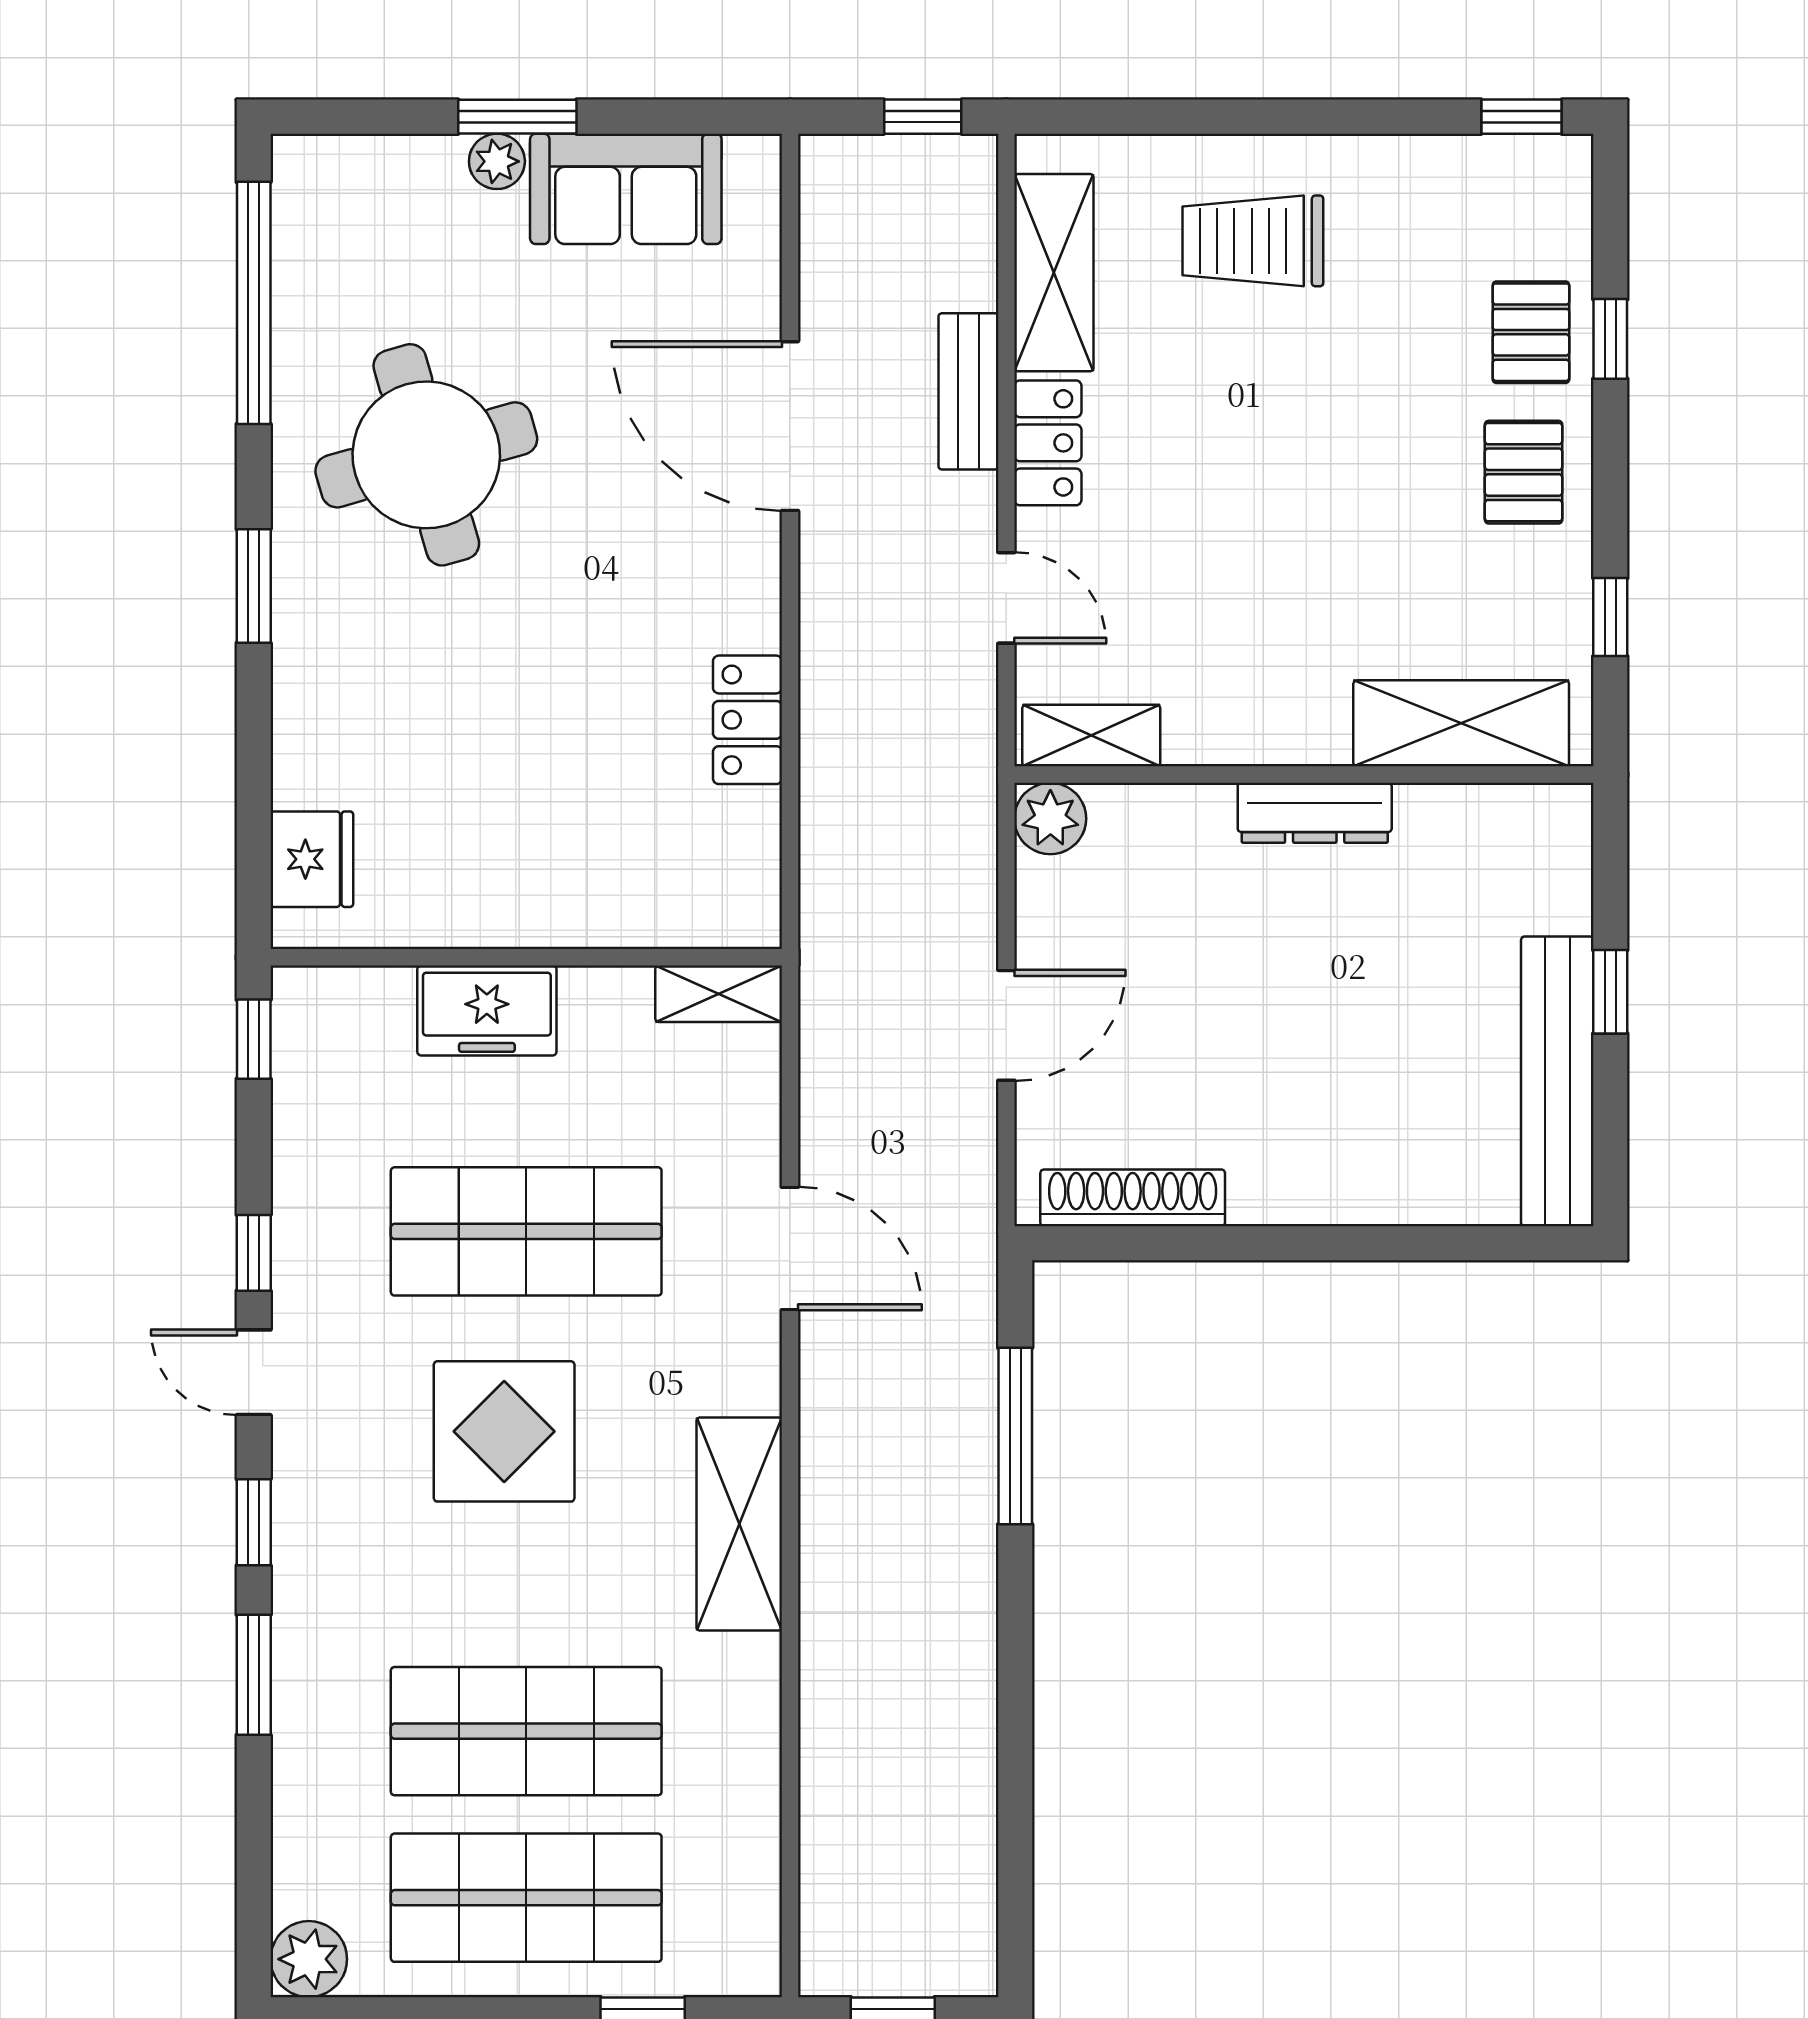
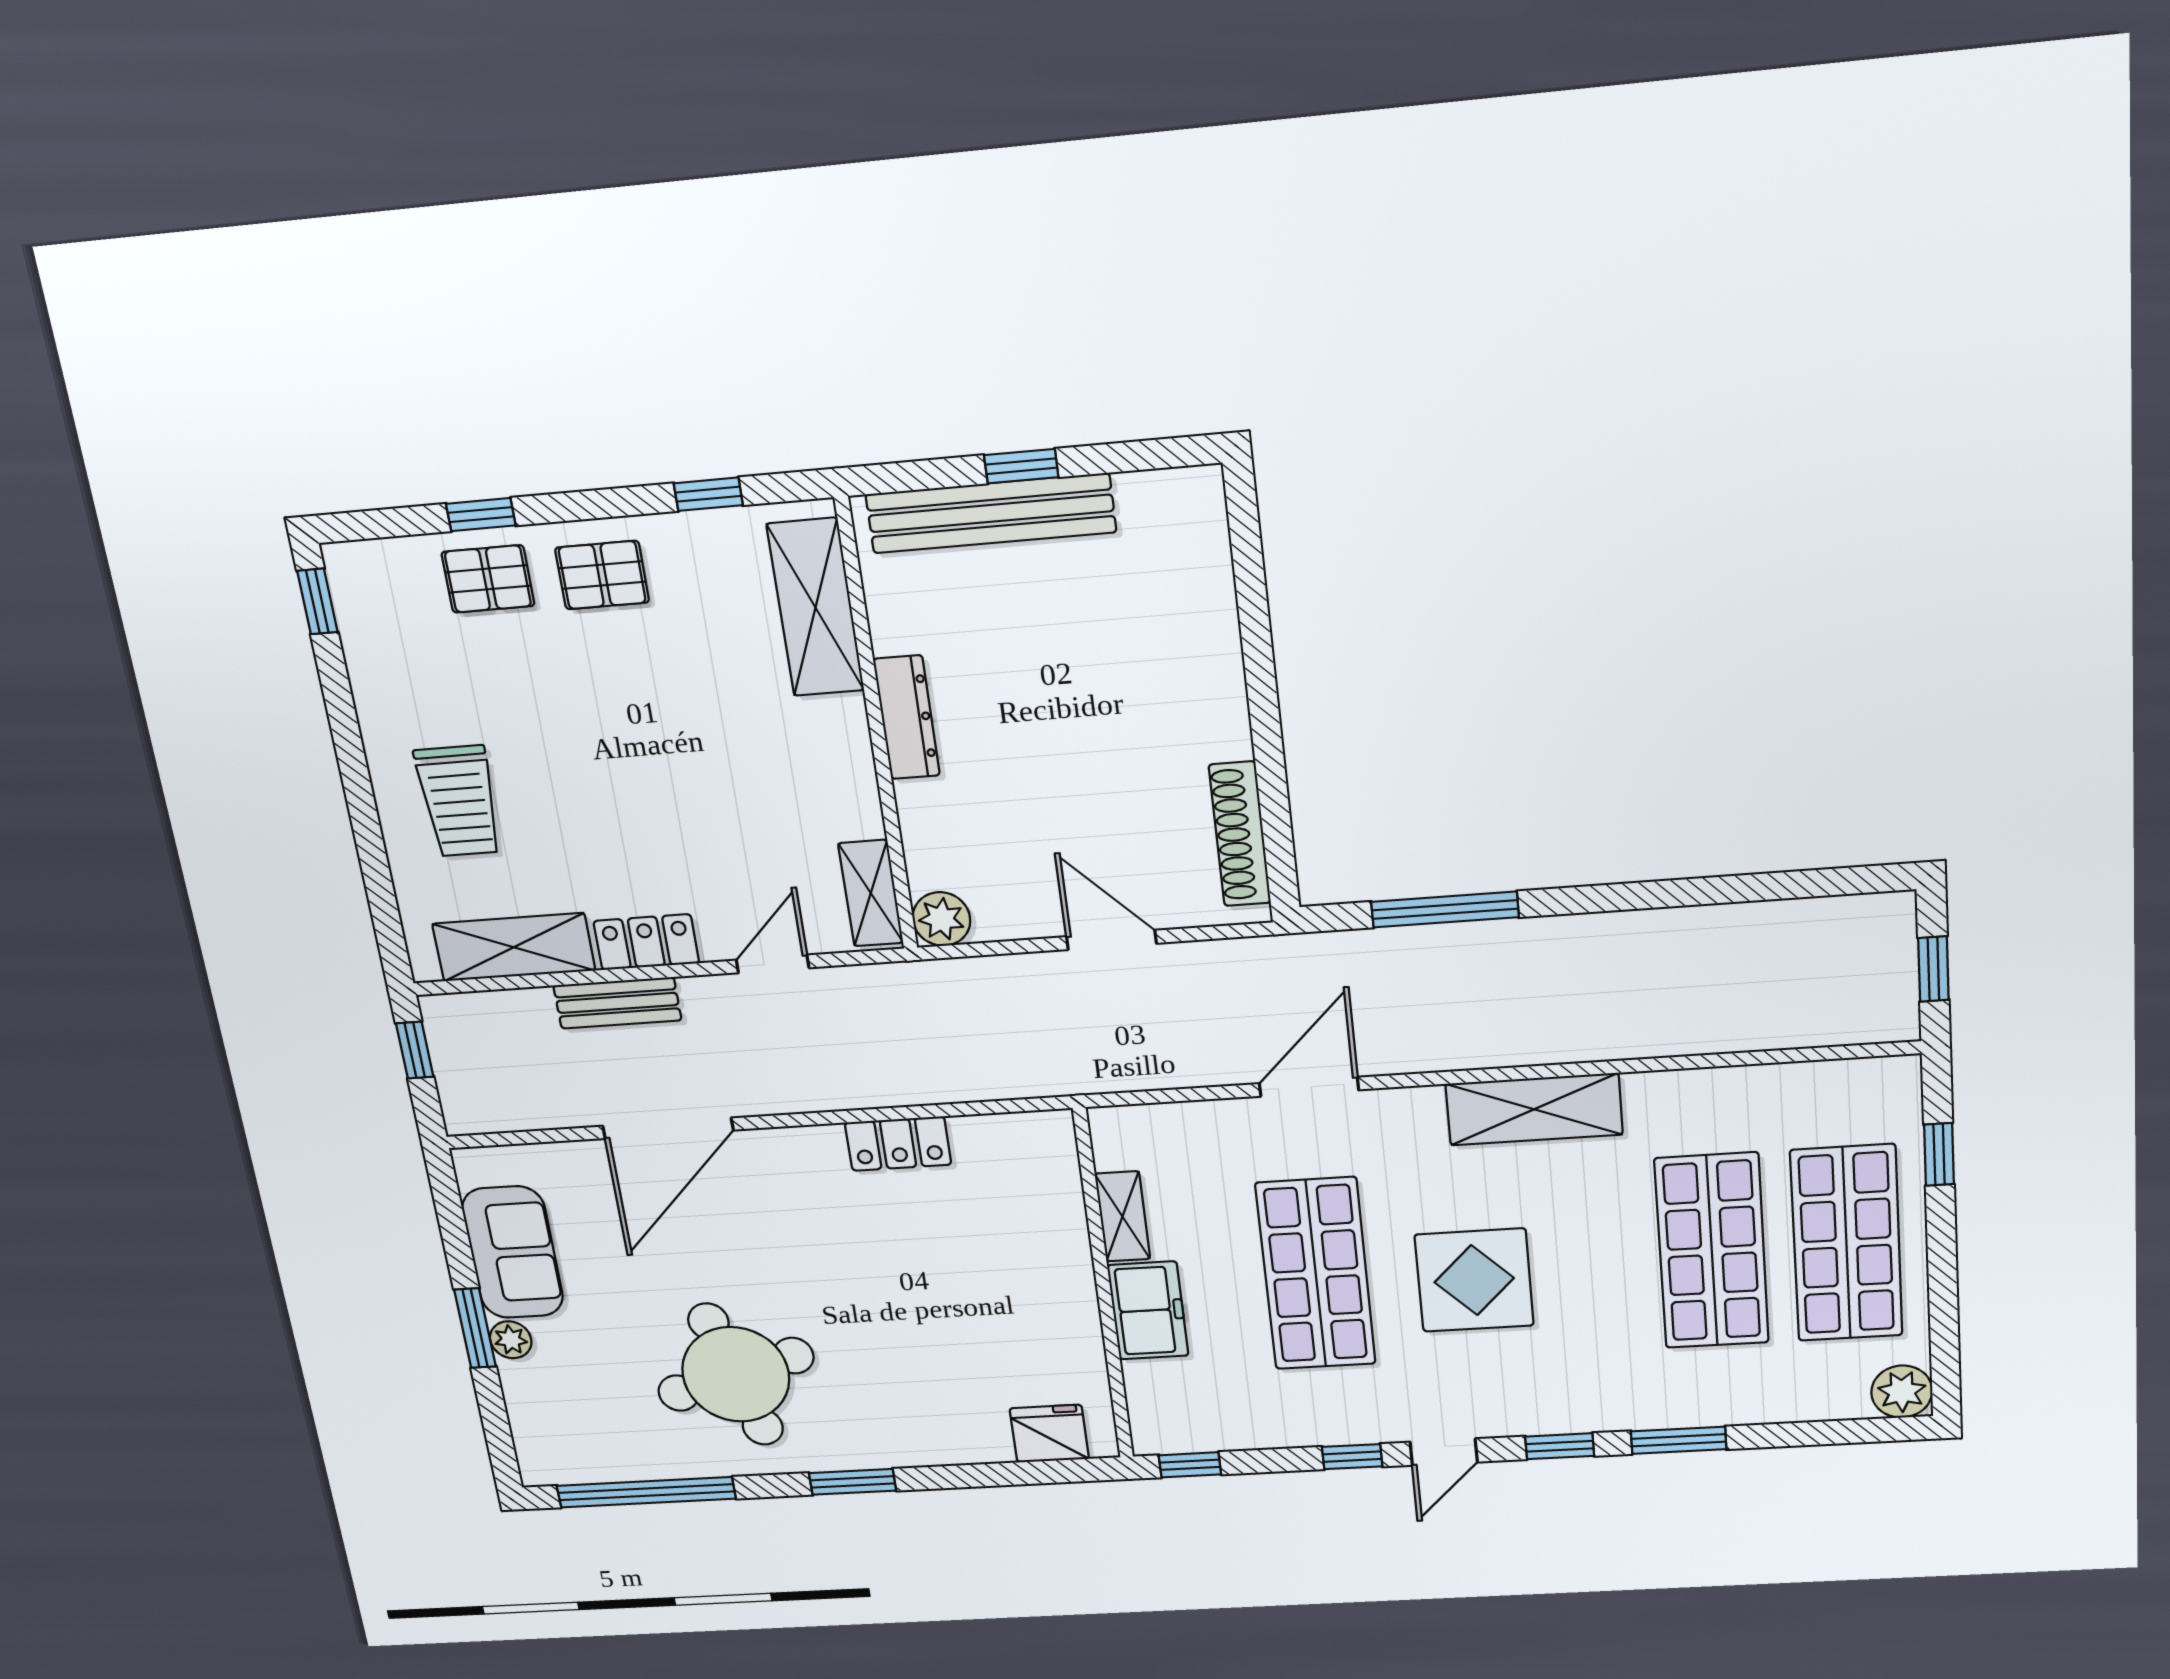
shelving: (719, 994) -> (1122, 1216), moved
bench: (1557, 1081) -> (991, 513), moved

